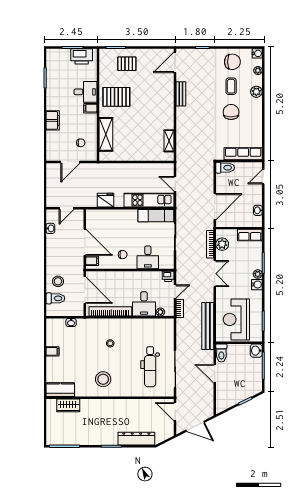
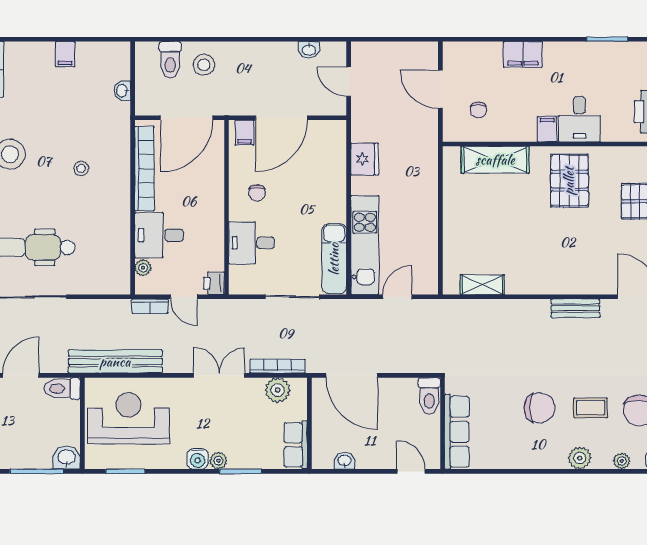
double door: (215, 274) -> (219, 375), swing flipped

